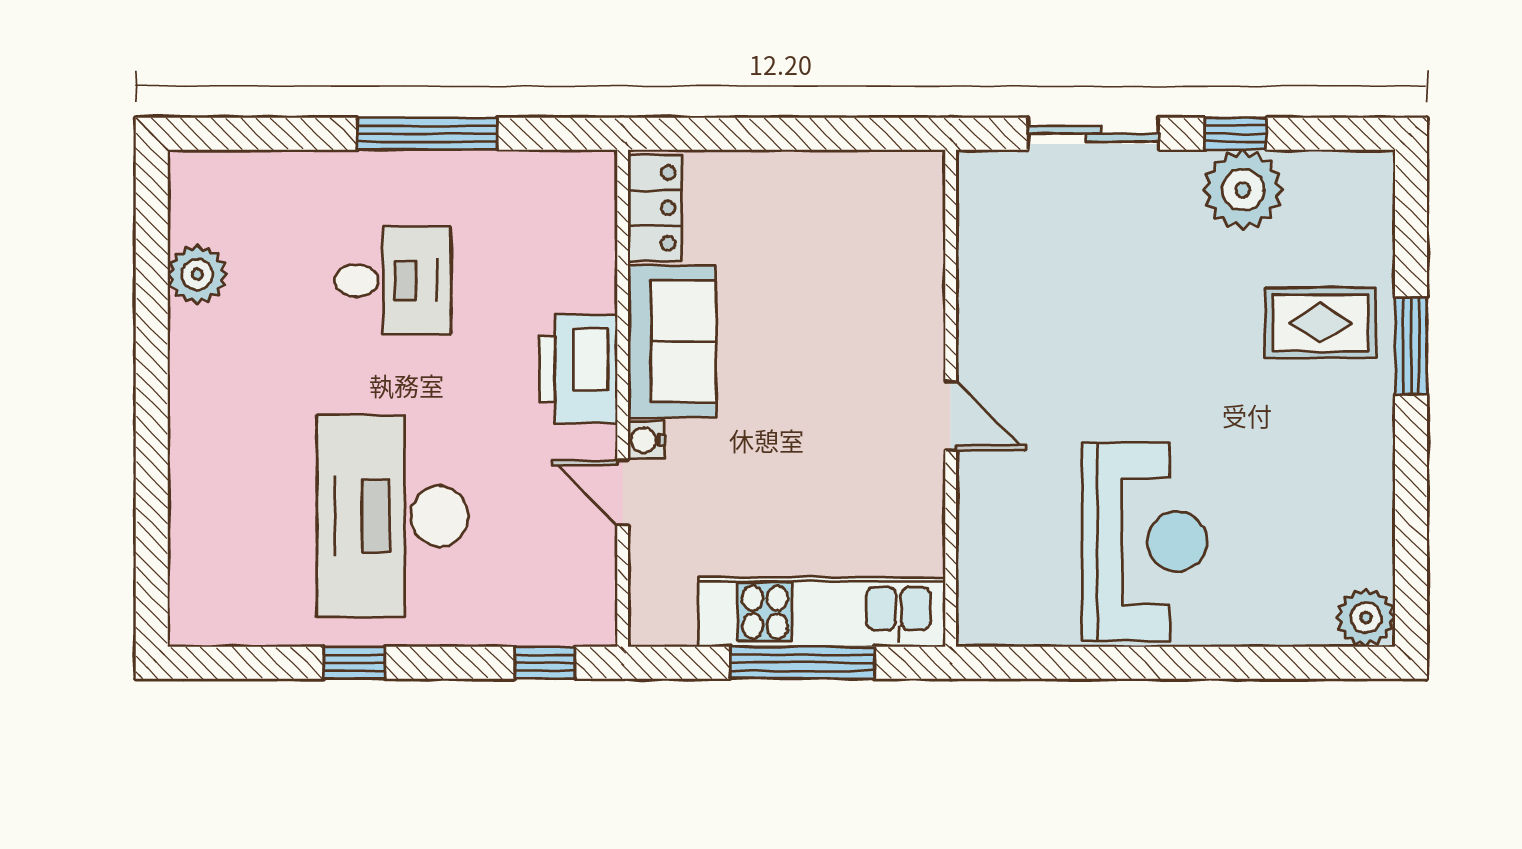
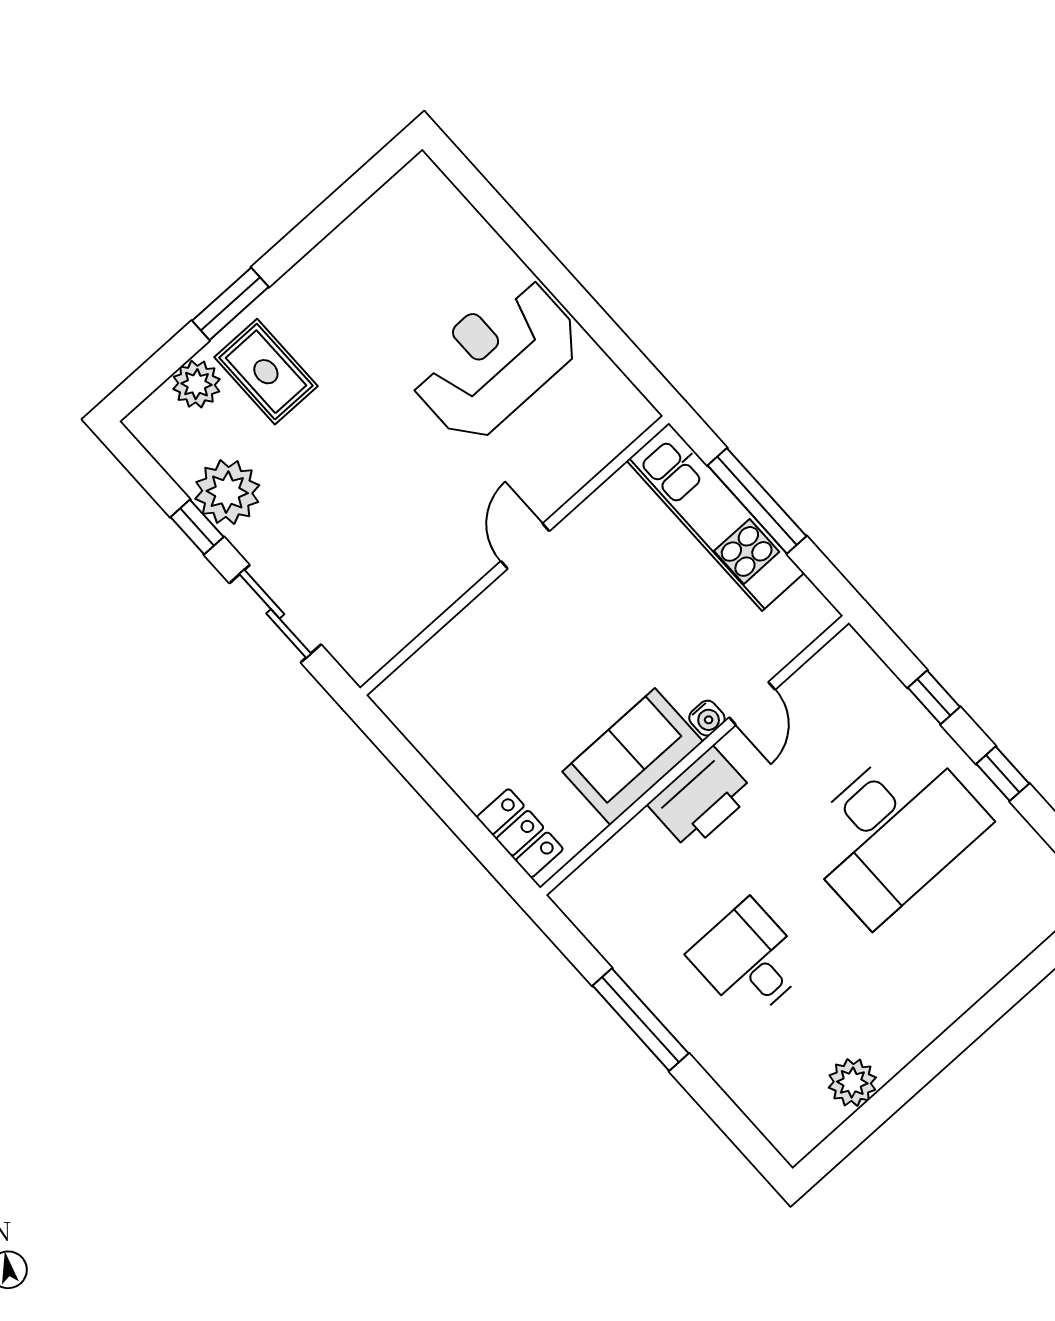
locker: (655, 208) -> (520, 833), moved, turned 90
plant: (1366, 618) -> (196, 384), moved
window: (545, 663) -> (934, 697), moved

